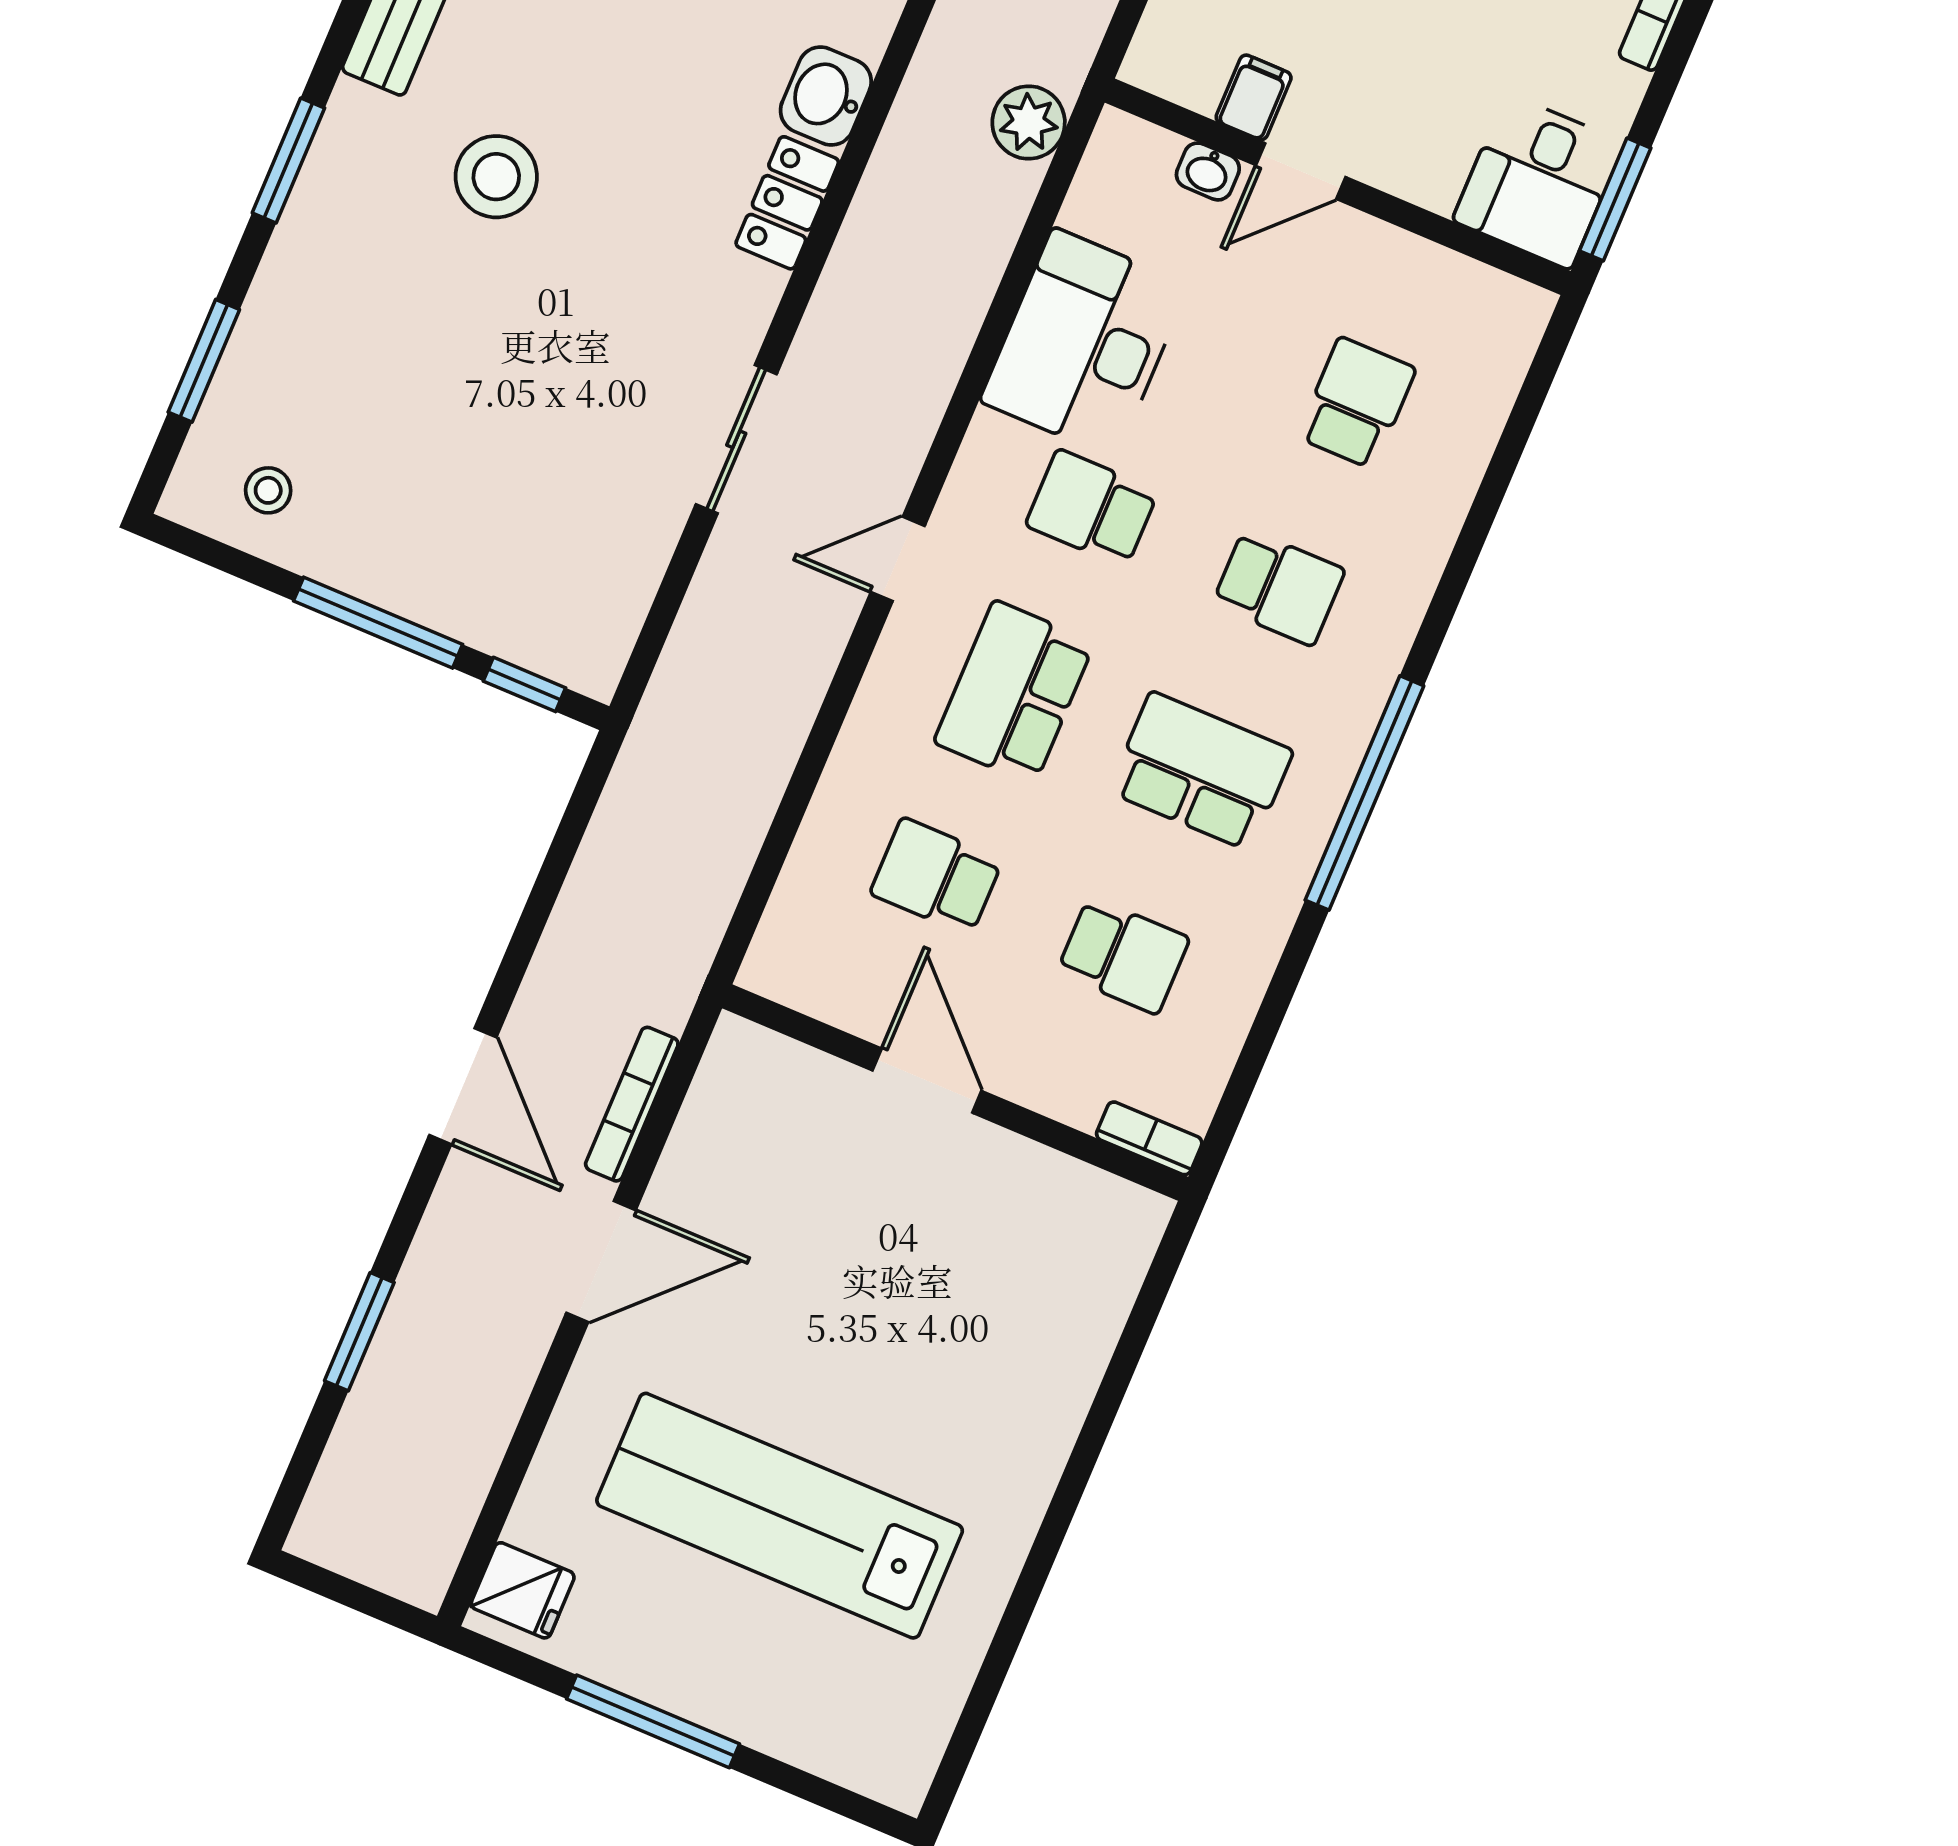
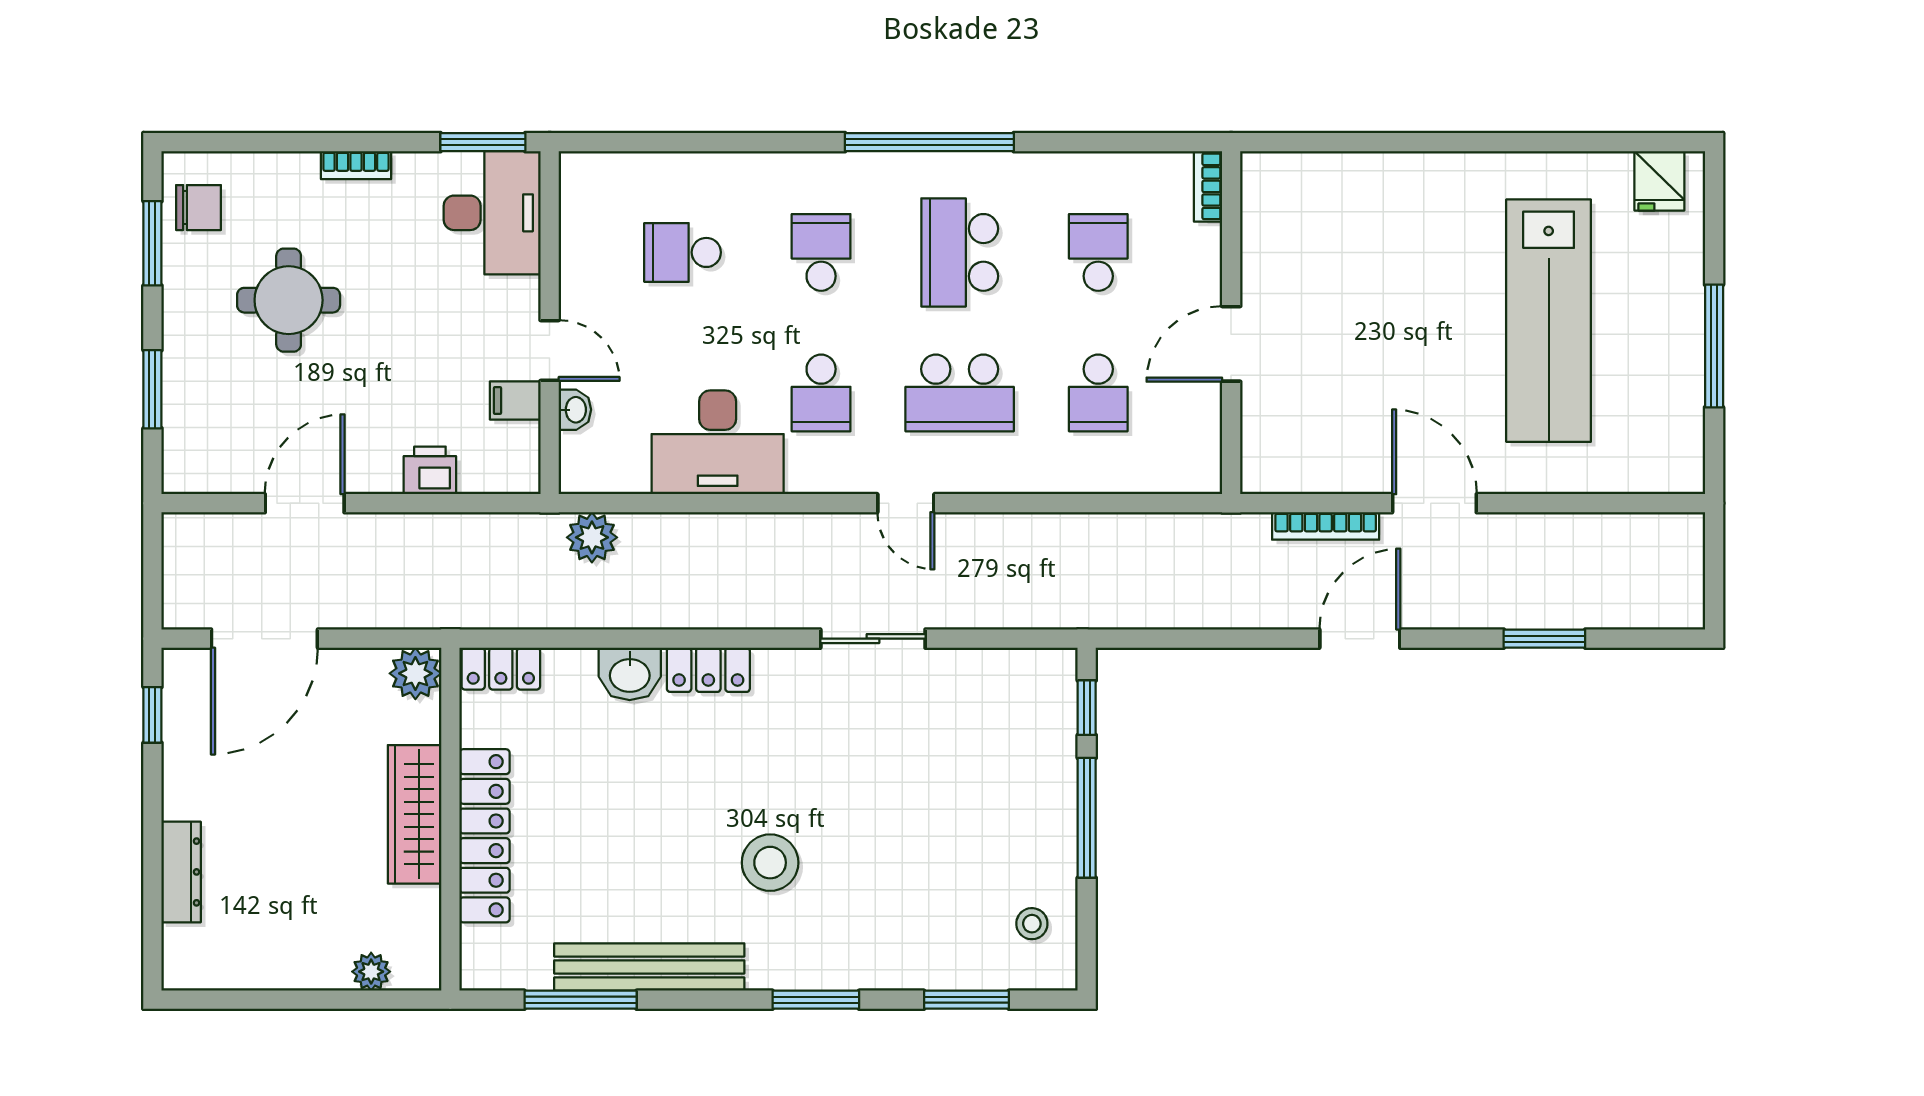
desk: (1538, 181) -> (492, 213), width x1.37
fridge: (523, 1590) -> (1659, 181), moved, turned 180

